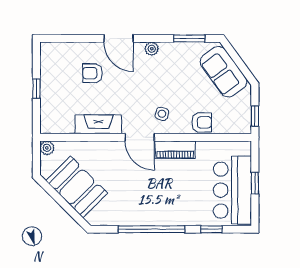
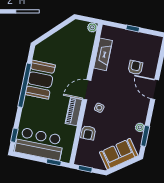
door: (119, 38) -> (155, 89), hinge flipped
plant: (152, 49) -> (140, 127), moved
fireplace: (98, 124) -> (103, 54), moved
window: (255, 183) -> (54, 162), moved
booth: (77, 187) -> (40, 80), moved, turned -45
window: (212, 229) -> (14, 135), moved

